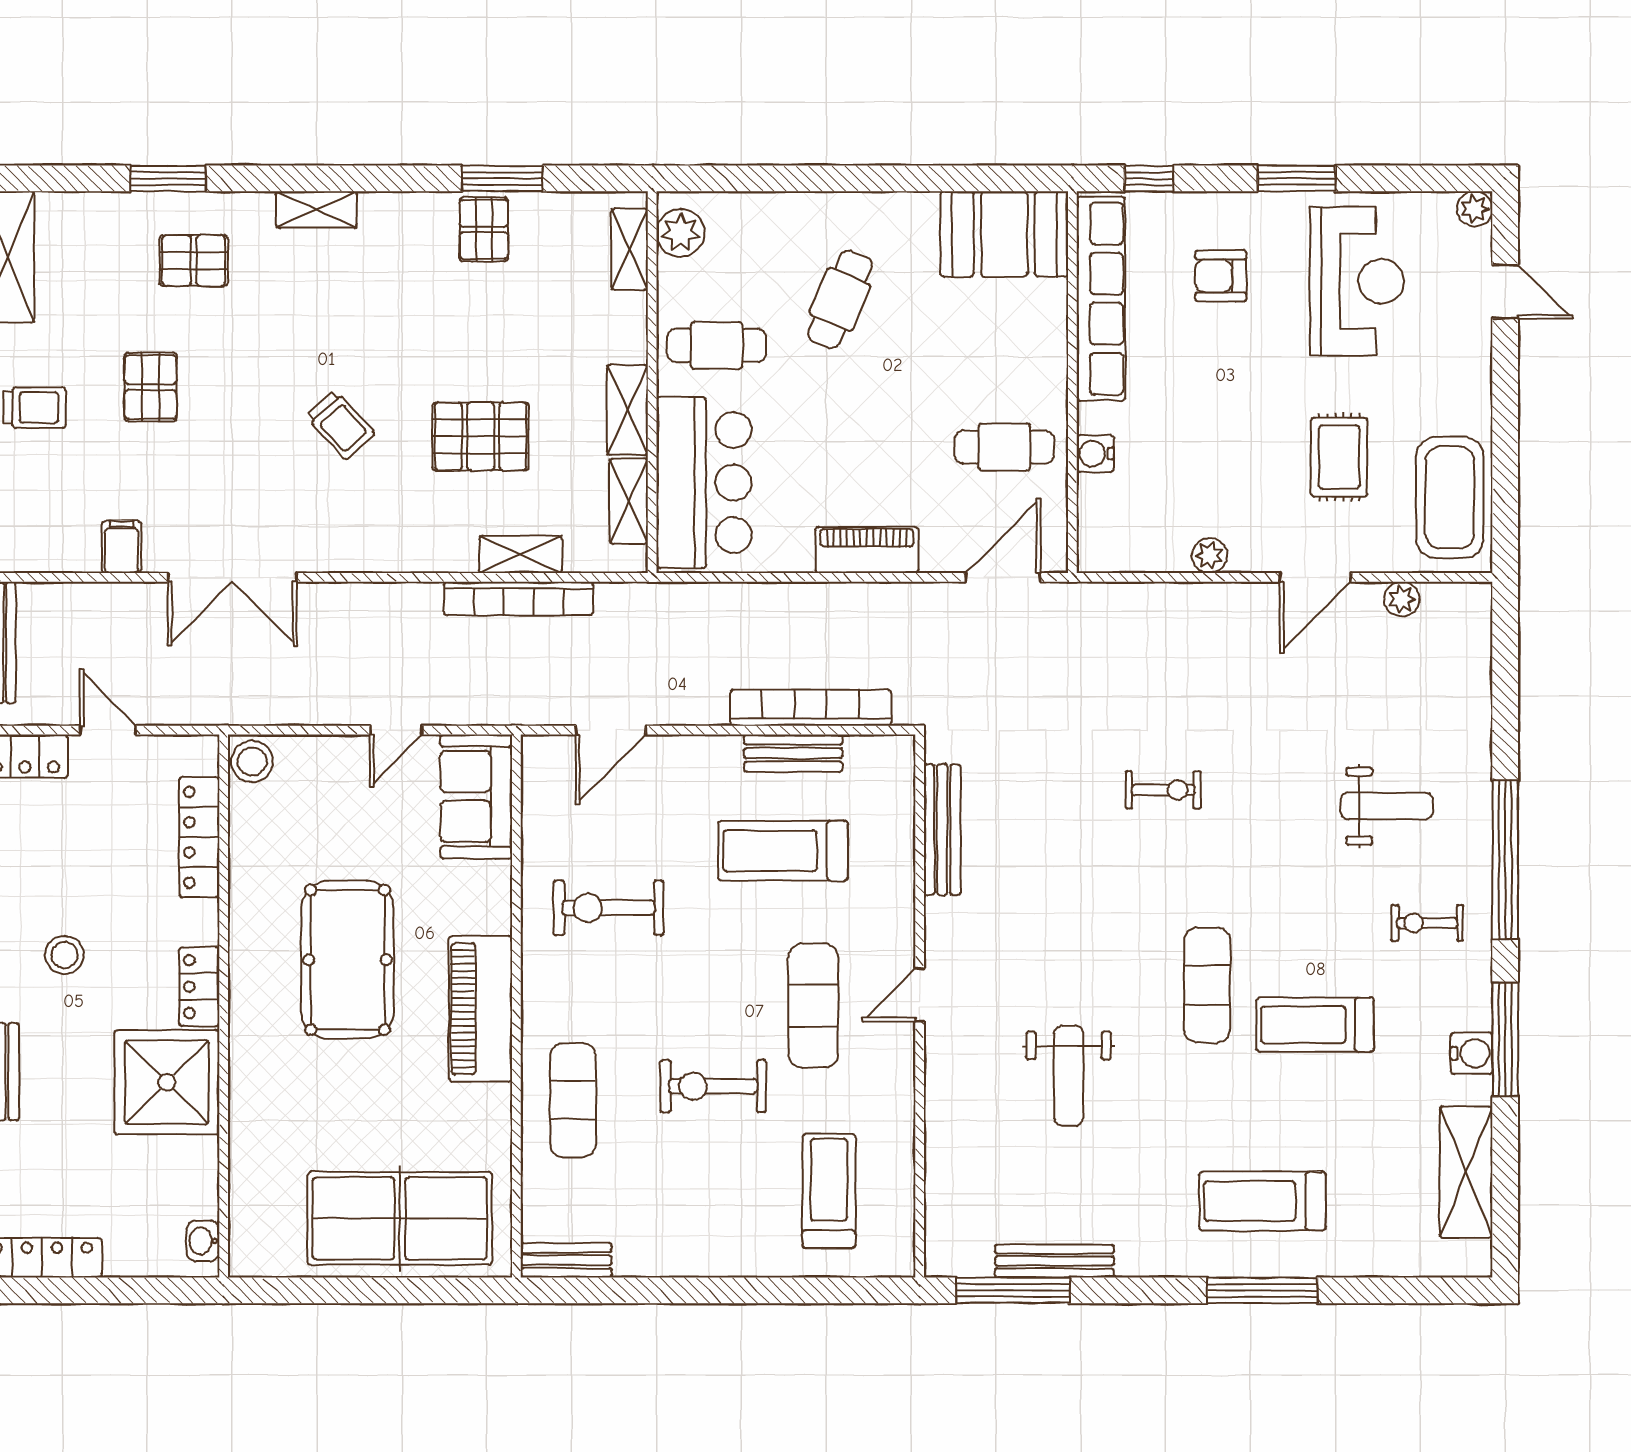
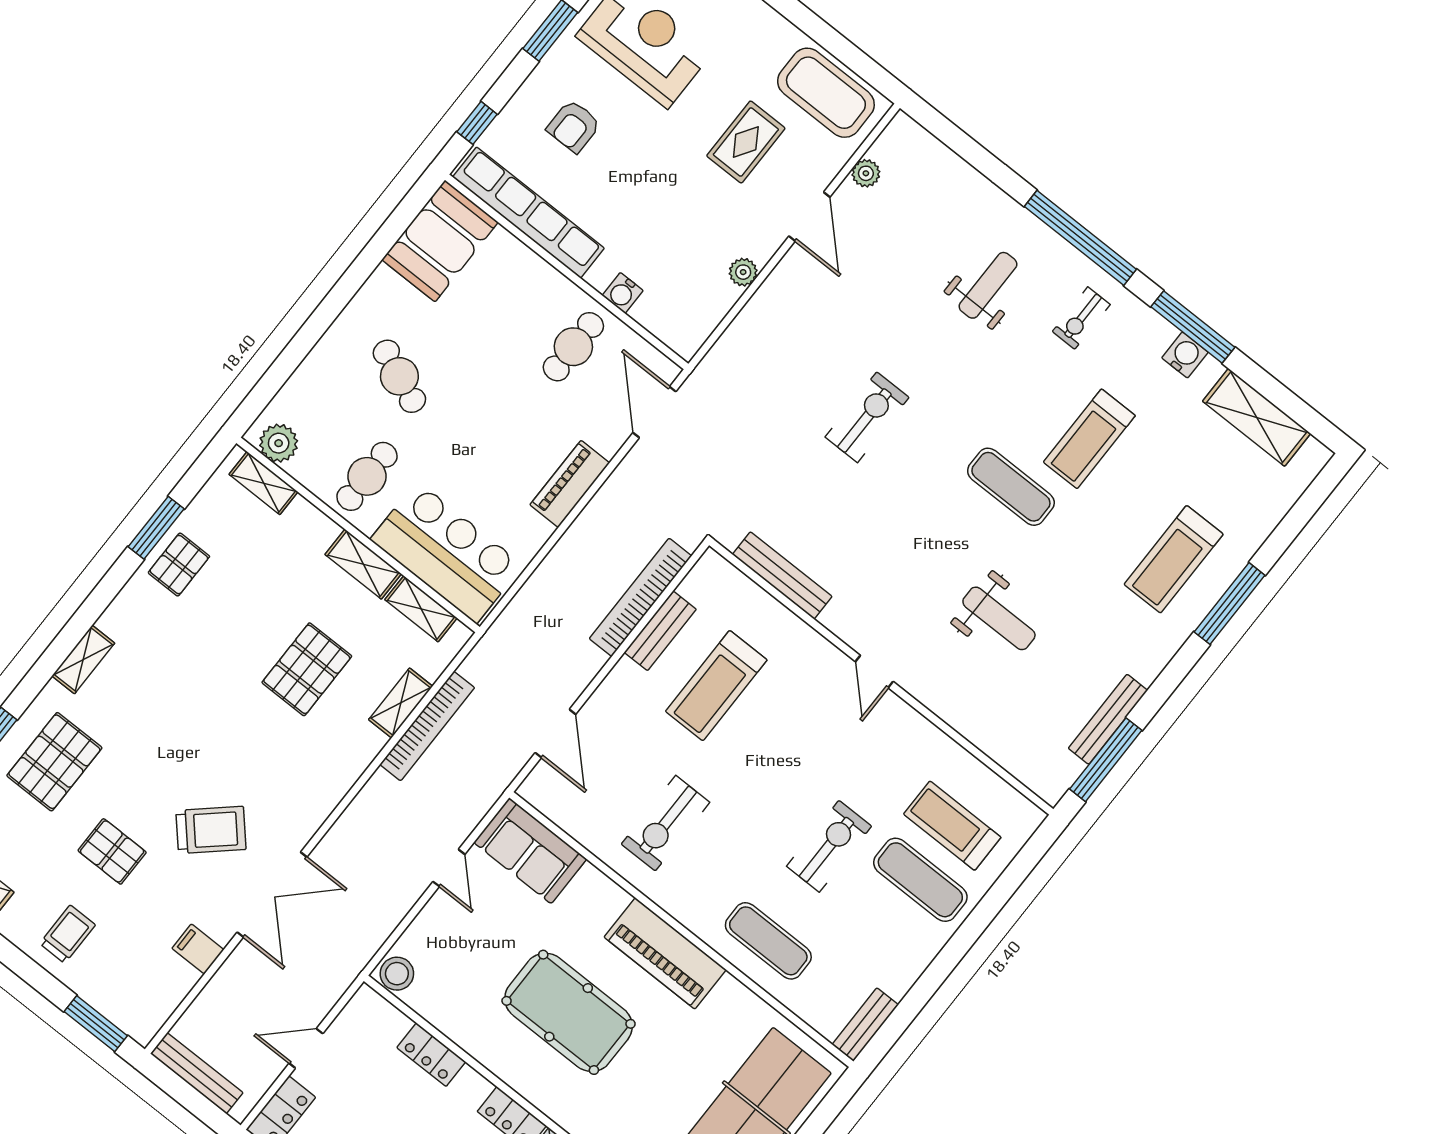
pallet: (484, 229) -> (179, 565), turned 90
pallet: (194, 261) -> (54, 762), width x1.50, depth x1.42
trolley: (340, 425) -> (211, 830), moved, width x1.36, depth x1.39
rug: (1339, 457) -> (746, 142), turned 90
exercise bike: (1163, 790) -> (867, 417), width x1.38, depth x1.39
locker: (199, 837) -> (431, 1055), width x0.66
exercise mat: (813, 1006) -> (920, 880), moved
exercise bike: (713, 1086) -> (829, 846), turned 180

